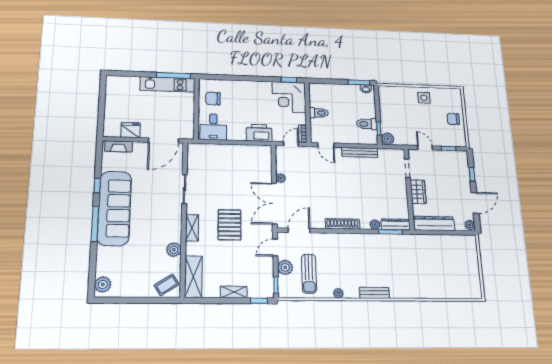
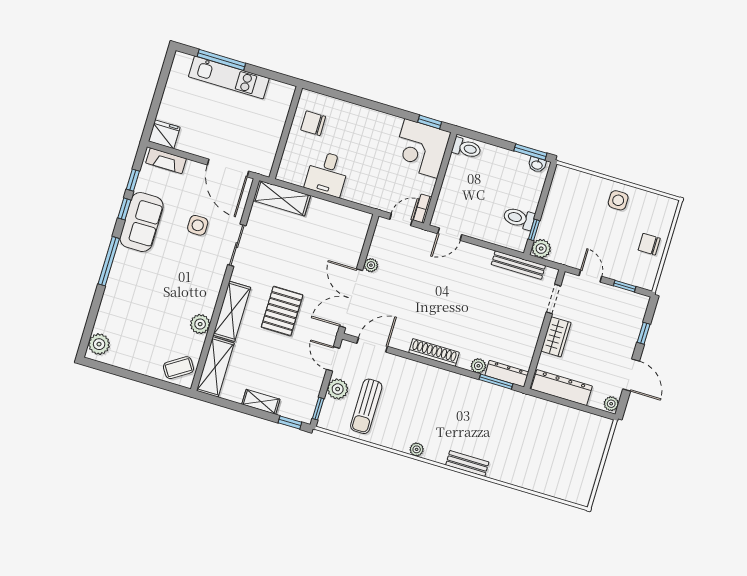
window: (173, 75) -> (221, 60), moved
kitchen unit: (168, 84) -> (229, 77), moved
toilet: (319, 113) -> (467, 148), moved
desk: (213, 127) -> (327, 174), moved
fridge: (130, 130) -> (164, 134), moved
printer: (259, 133) -> (362, 191), removed
door: (164, 140) -> (228, 168), hinge flipped
door: (326, 145) -> (450, 234), hinge flipped
shelving: (206, 151) -> (282, 198), added
bench: (360, 152) -> (518, 265), moved
window: (98, 165) -> (133, 180), added
side table: (153, 183) -> (198, 225), added
door: (475, 203) -> (631, 375), hinge flipped
sofa: (114, 208) -> (141, 222), width x0.54, depth x0.79
shelving: (192, 228) -> (232, 311), width x1.50, depth x1.33
door: (275, 248) -> (333, 359), hinge flipped
plant: (338, 293) -> (417, 449), moved
bench: (374, 293) -> (467, 463), moved

